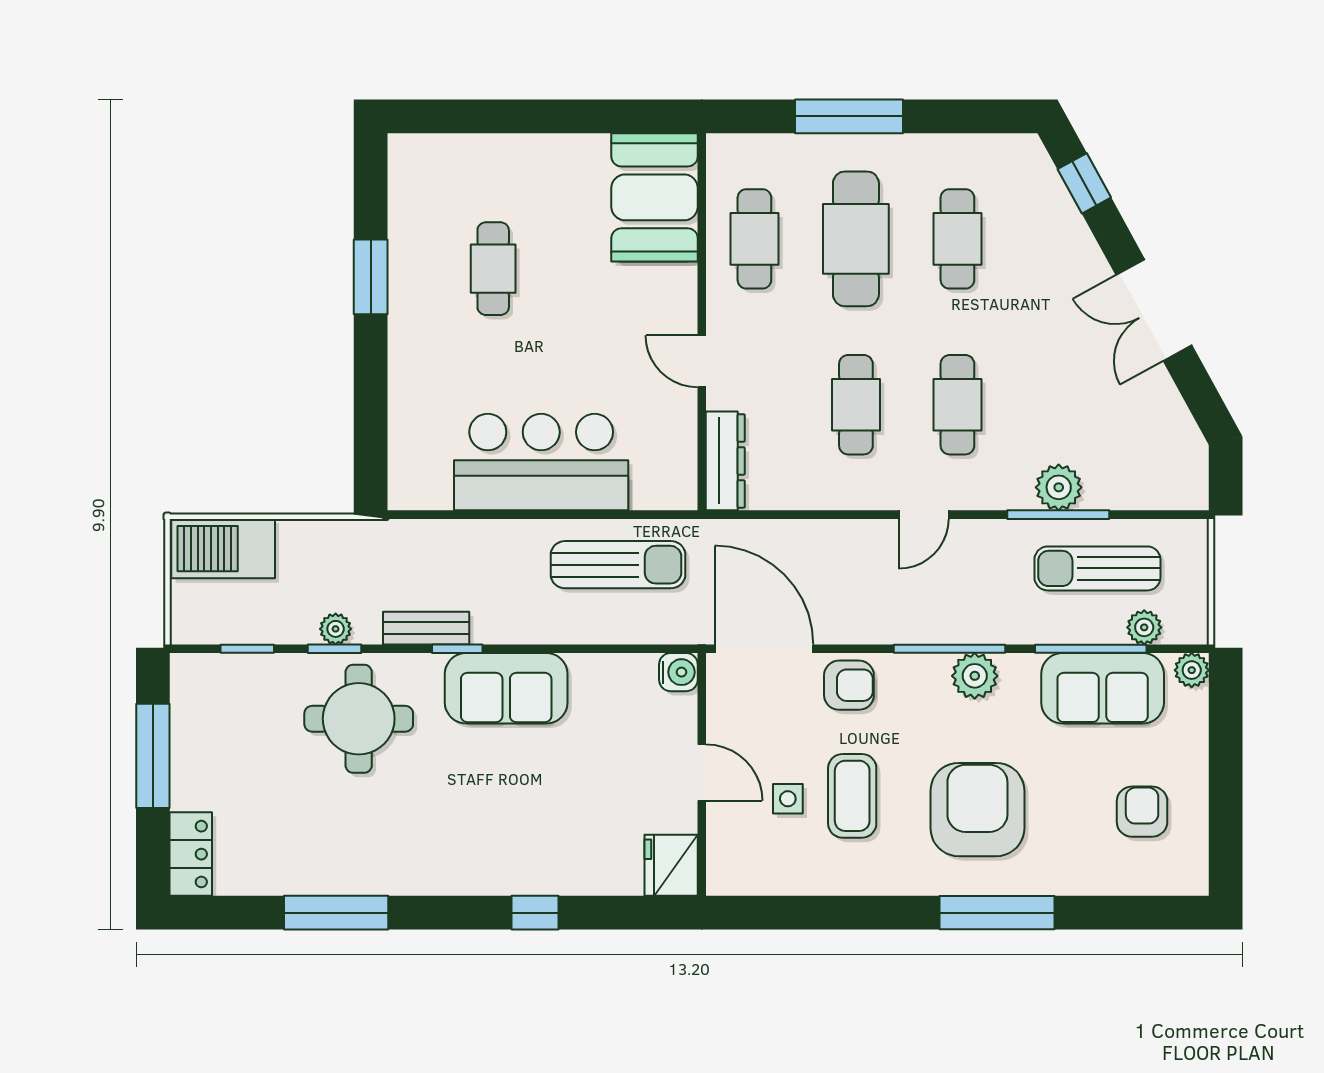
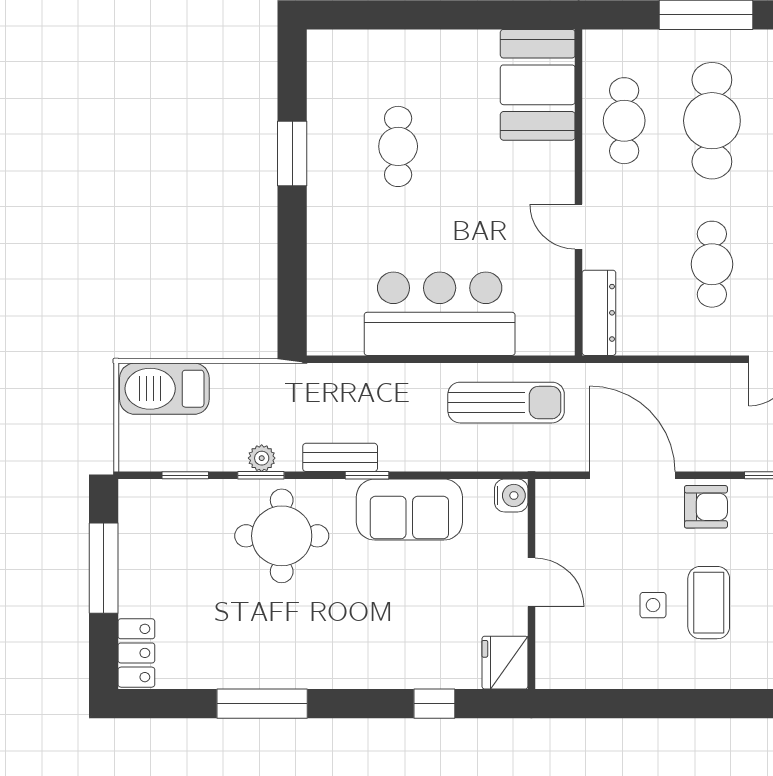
water cooler: (678, 672) -> (511, 495), moved
door: (702, 772) -> (531, 582), moved
wall: (702, 774) -> (531, 584), moved
fridge: (671, 865) -> (505, 663), moved

